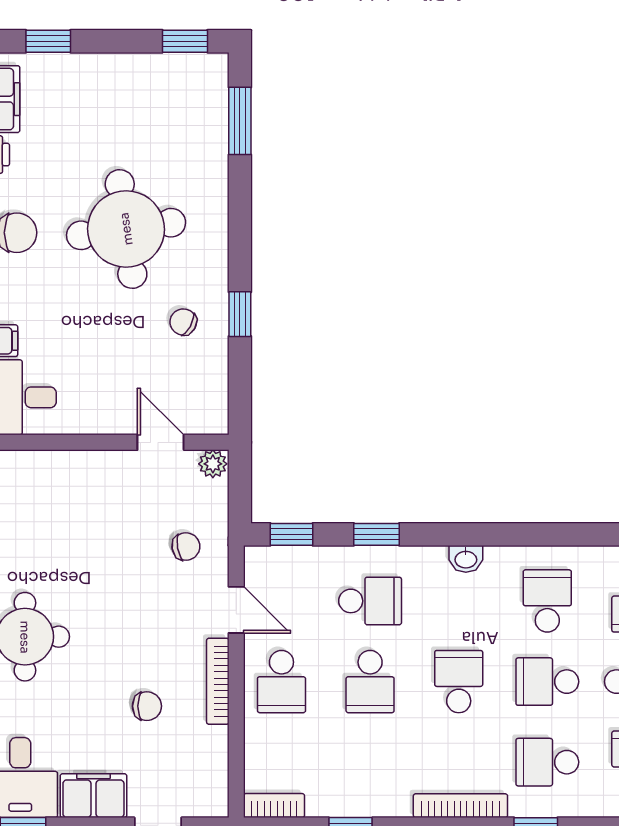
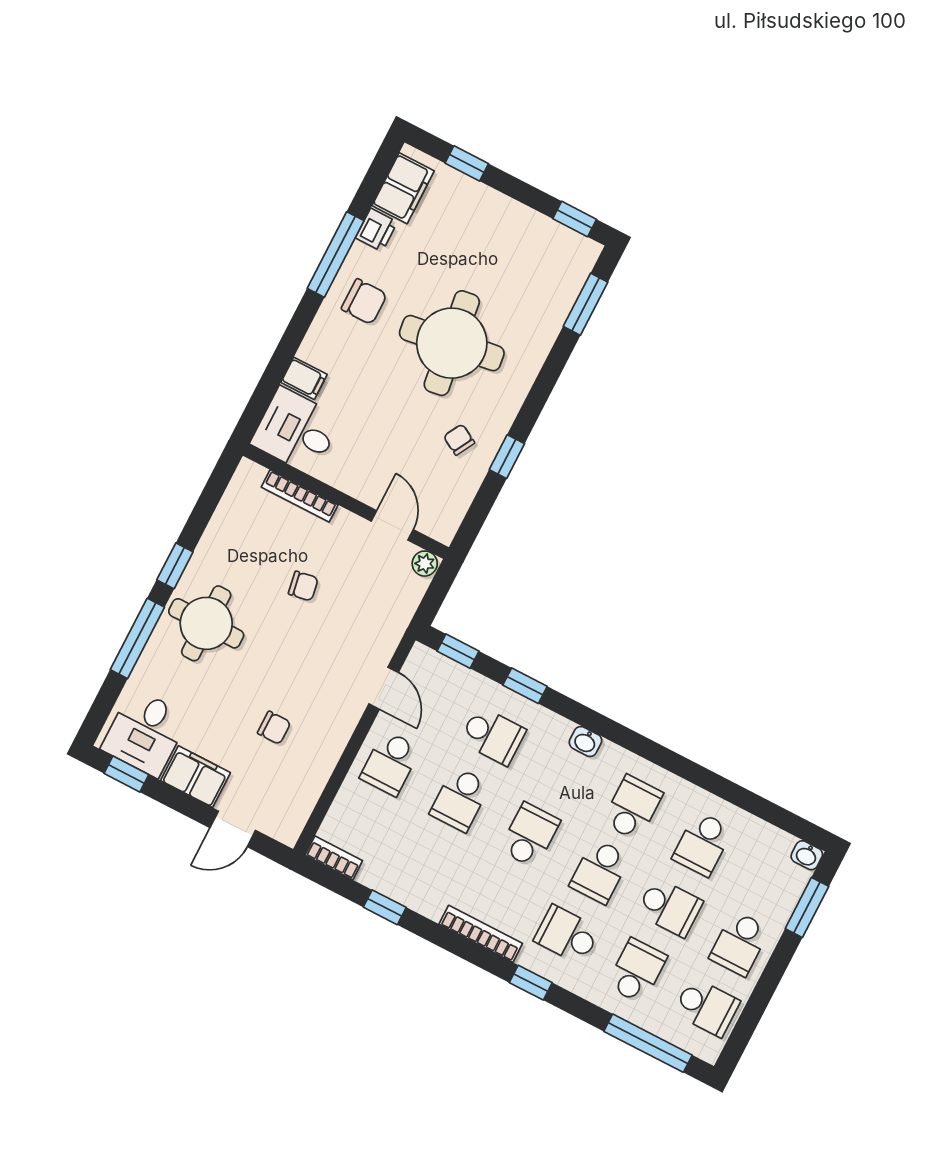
chair: (186, 547) -> (303, 586), moved
bookcase: (218, 681) -> (300, 496), moved, turned -90
school desk: (547, 682) -> (600, 871), turned -90

